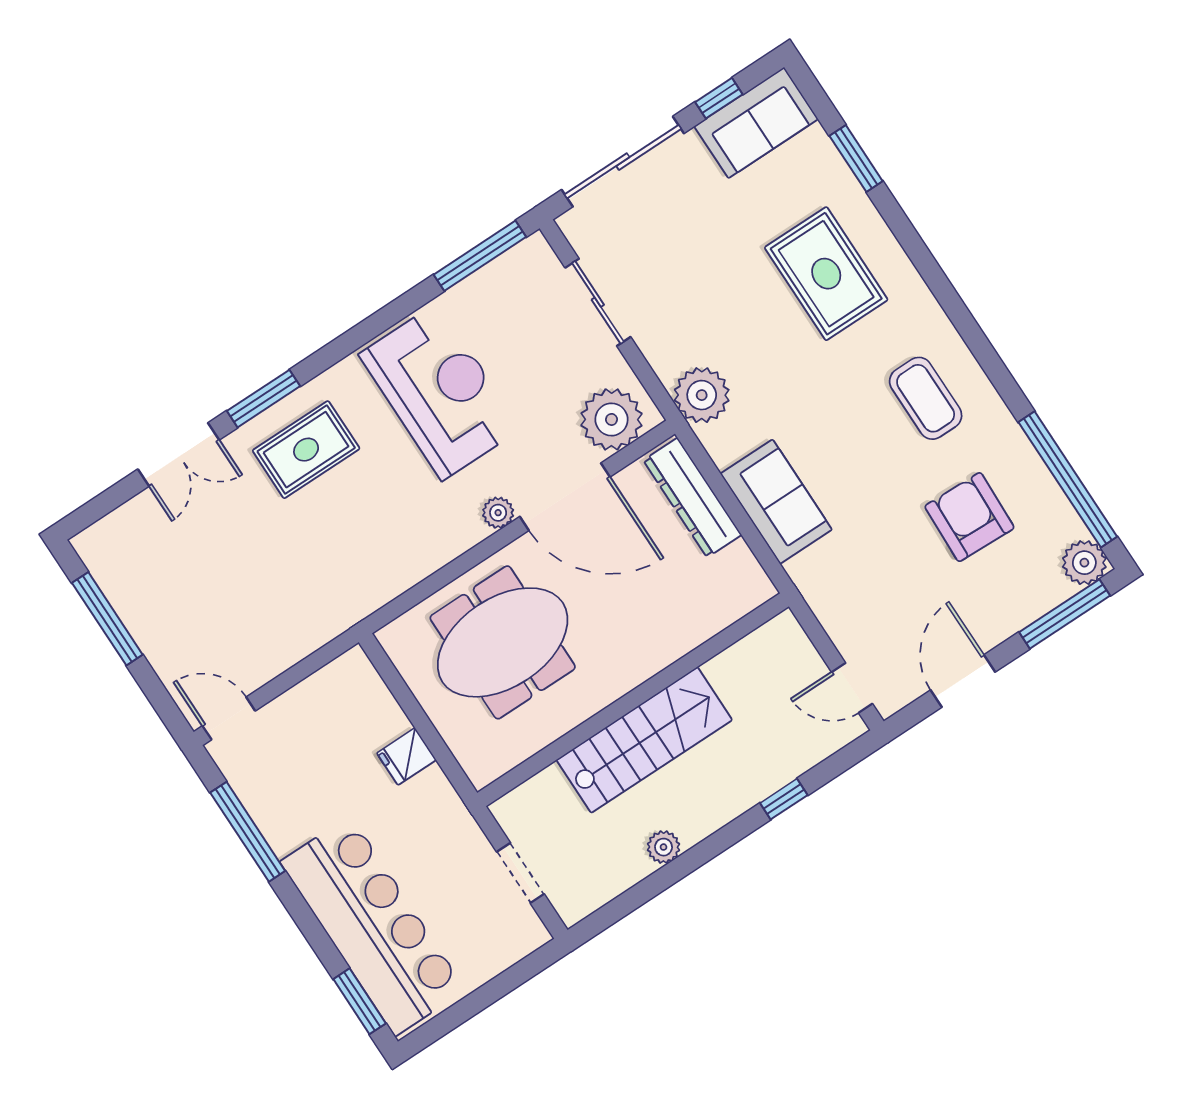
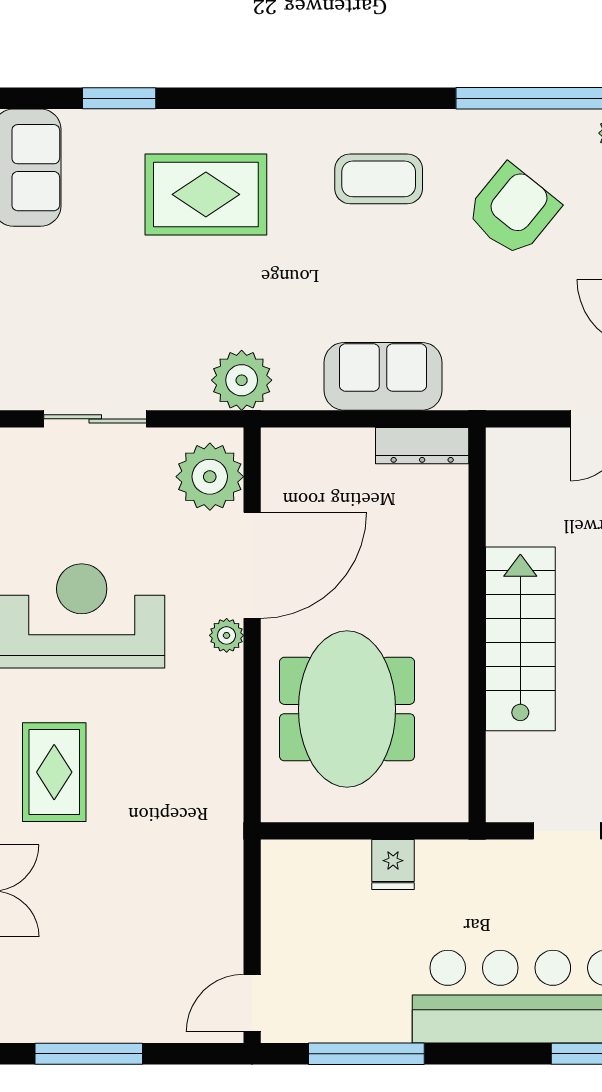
dresser: (692, 498) -> (422, 446), moved, width x0.73, depth x0.80
armchair: (969, 517) -> (513, 210), turned 127

